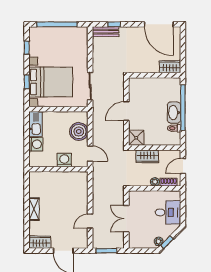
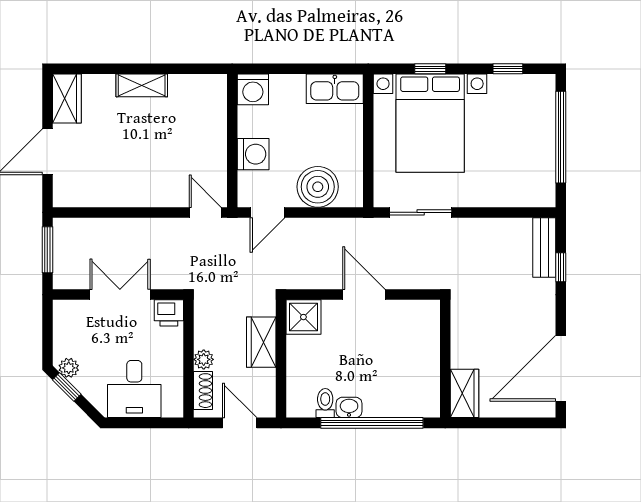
washbasin: (174, 113) -> (349, 407), width x0.52, depth x0.69
washing machine: (36, 144) -> (253, 89), moved
printer: (134, 197) -> (169, 313), added
door: (90, 221) -> (205, 212), moved

